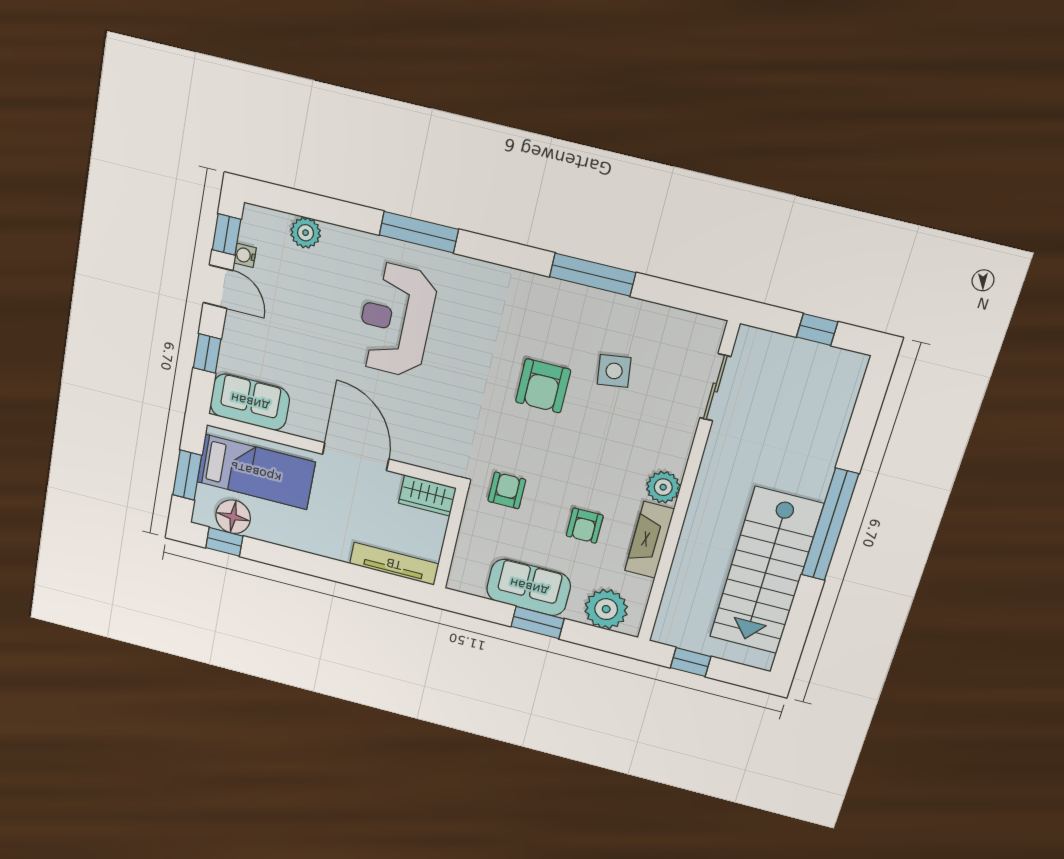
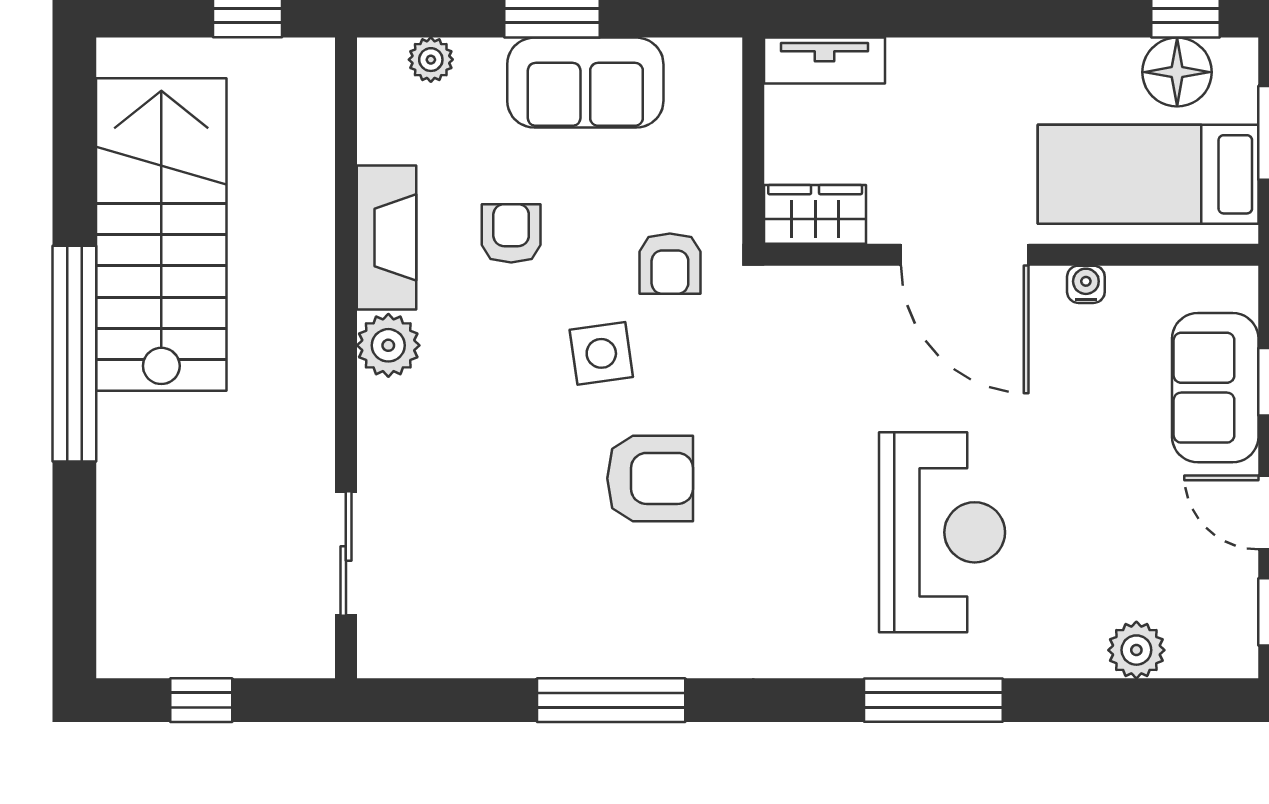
water cooler: (245, 255) -> (1086, 284), moved, turned -90
side table: (614, 371) -> (601, 353), moved
armchair: (543, 386) -> (650, 478), turned 90
sofa: (250, 402) -> (1215, 388), moved, turned 90
tv unit: (394, 564) -> (825, 60), width x0.71
plant: (606, 609) -> (431, 60), width x0.53, depth x0.53

